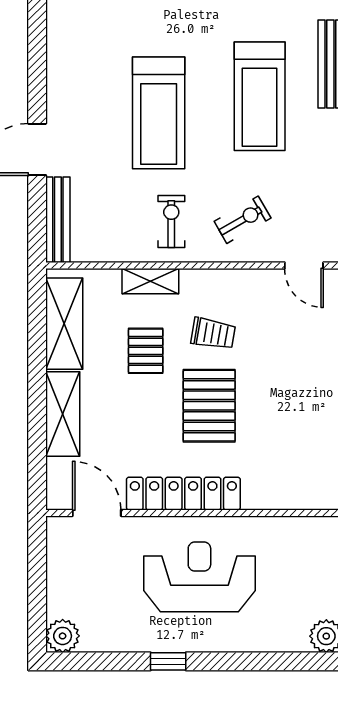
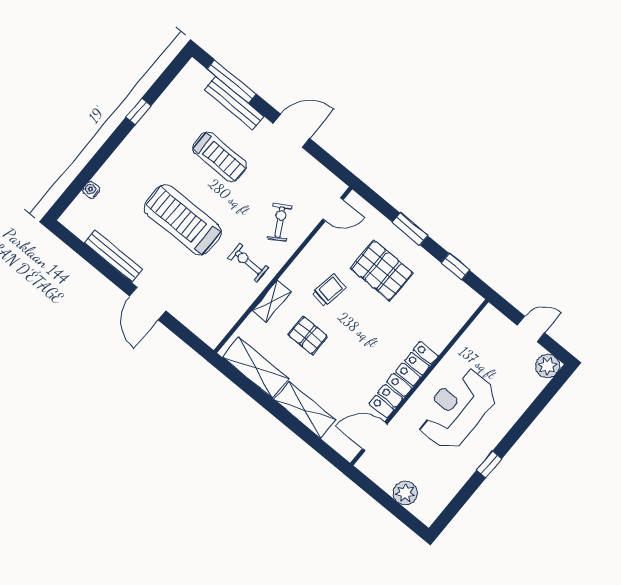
treadmill: (260, 96) -> (220, 157), width x0.73, depth x0.73
treadmill: (159, 113) -> (183, 220), turned 180
bench: (58, 220) -> (113, 256), moved
pallet: (209, 406) -> (382, 271), moved
plant: (63, 636) -> (405, 493), moved

